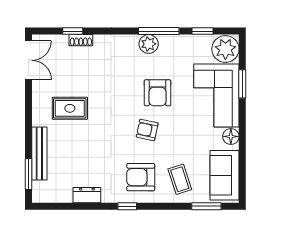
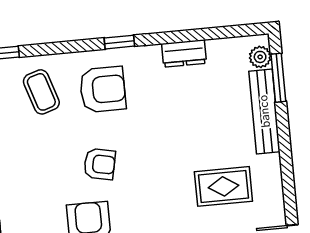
plant: (39, 188) -> (260, 57), added

